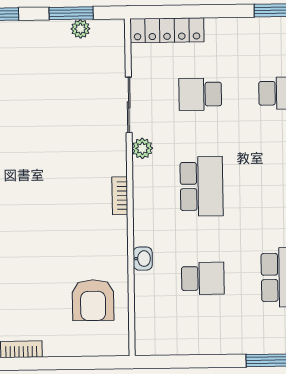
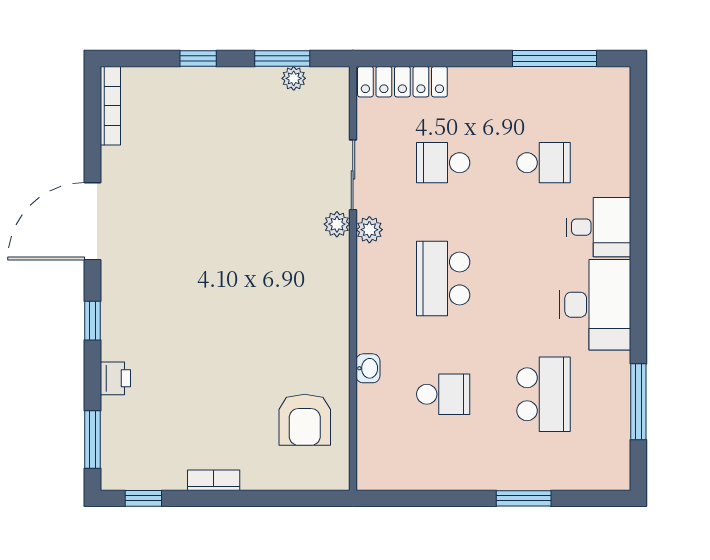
plant: (116, 144) -> (337, 224), added
school desk: (202, 186) -> (443, 278), turned 180
bookcase: (120, 196) -> (340, 289), removed

